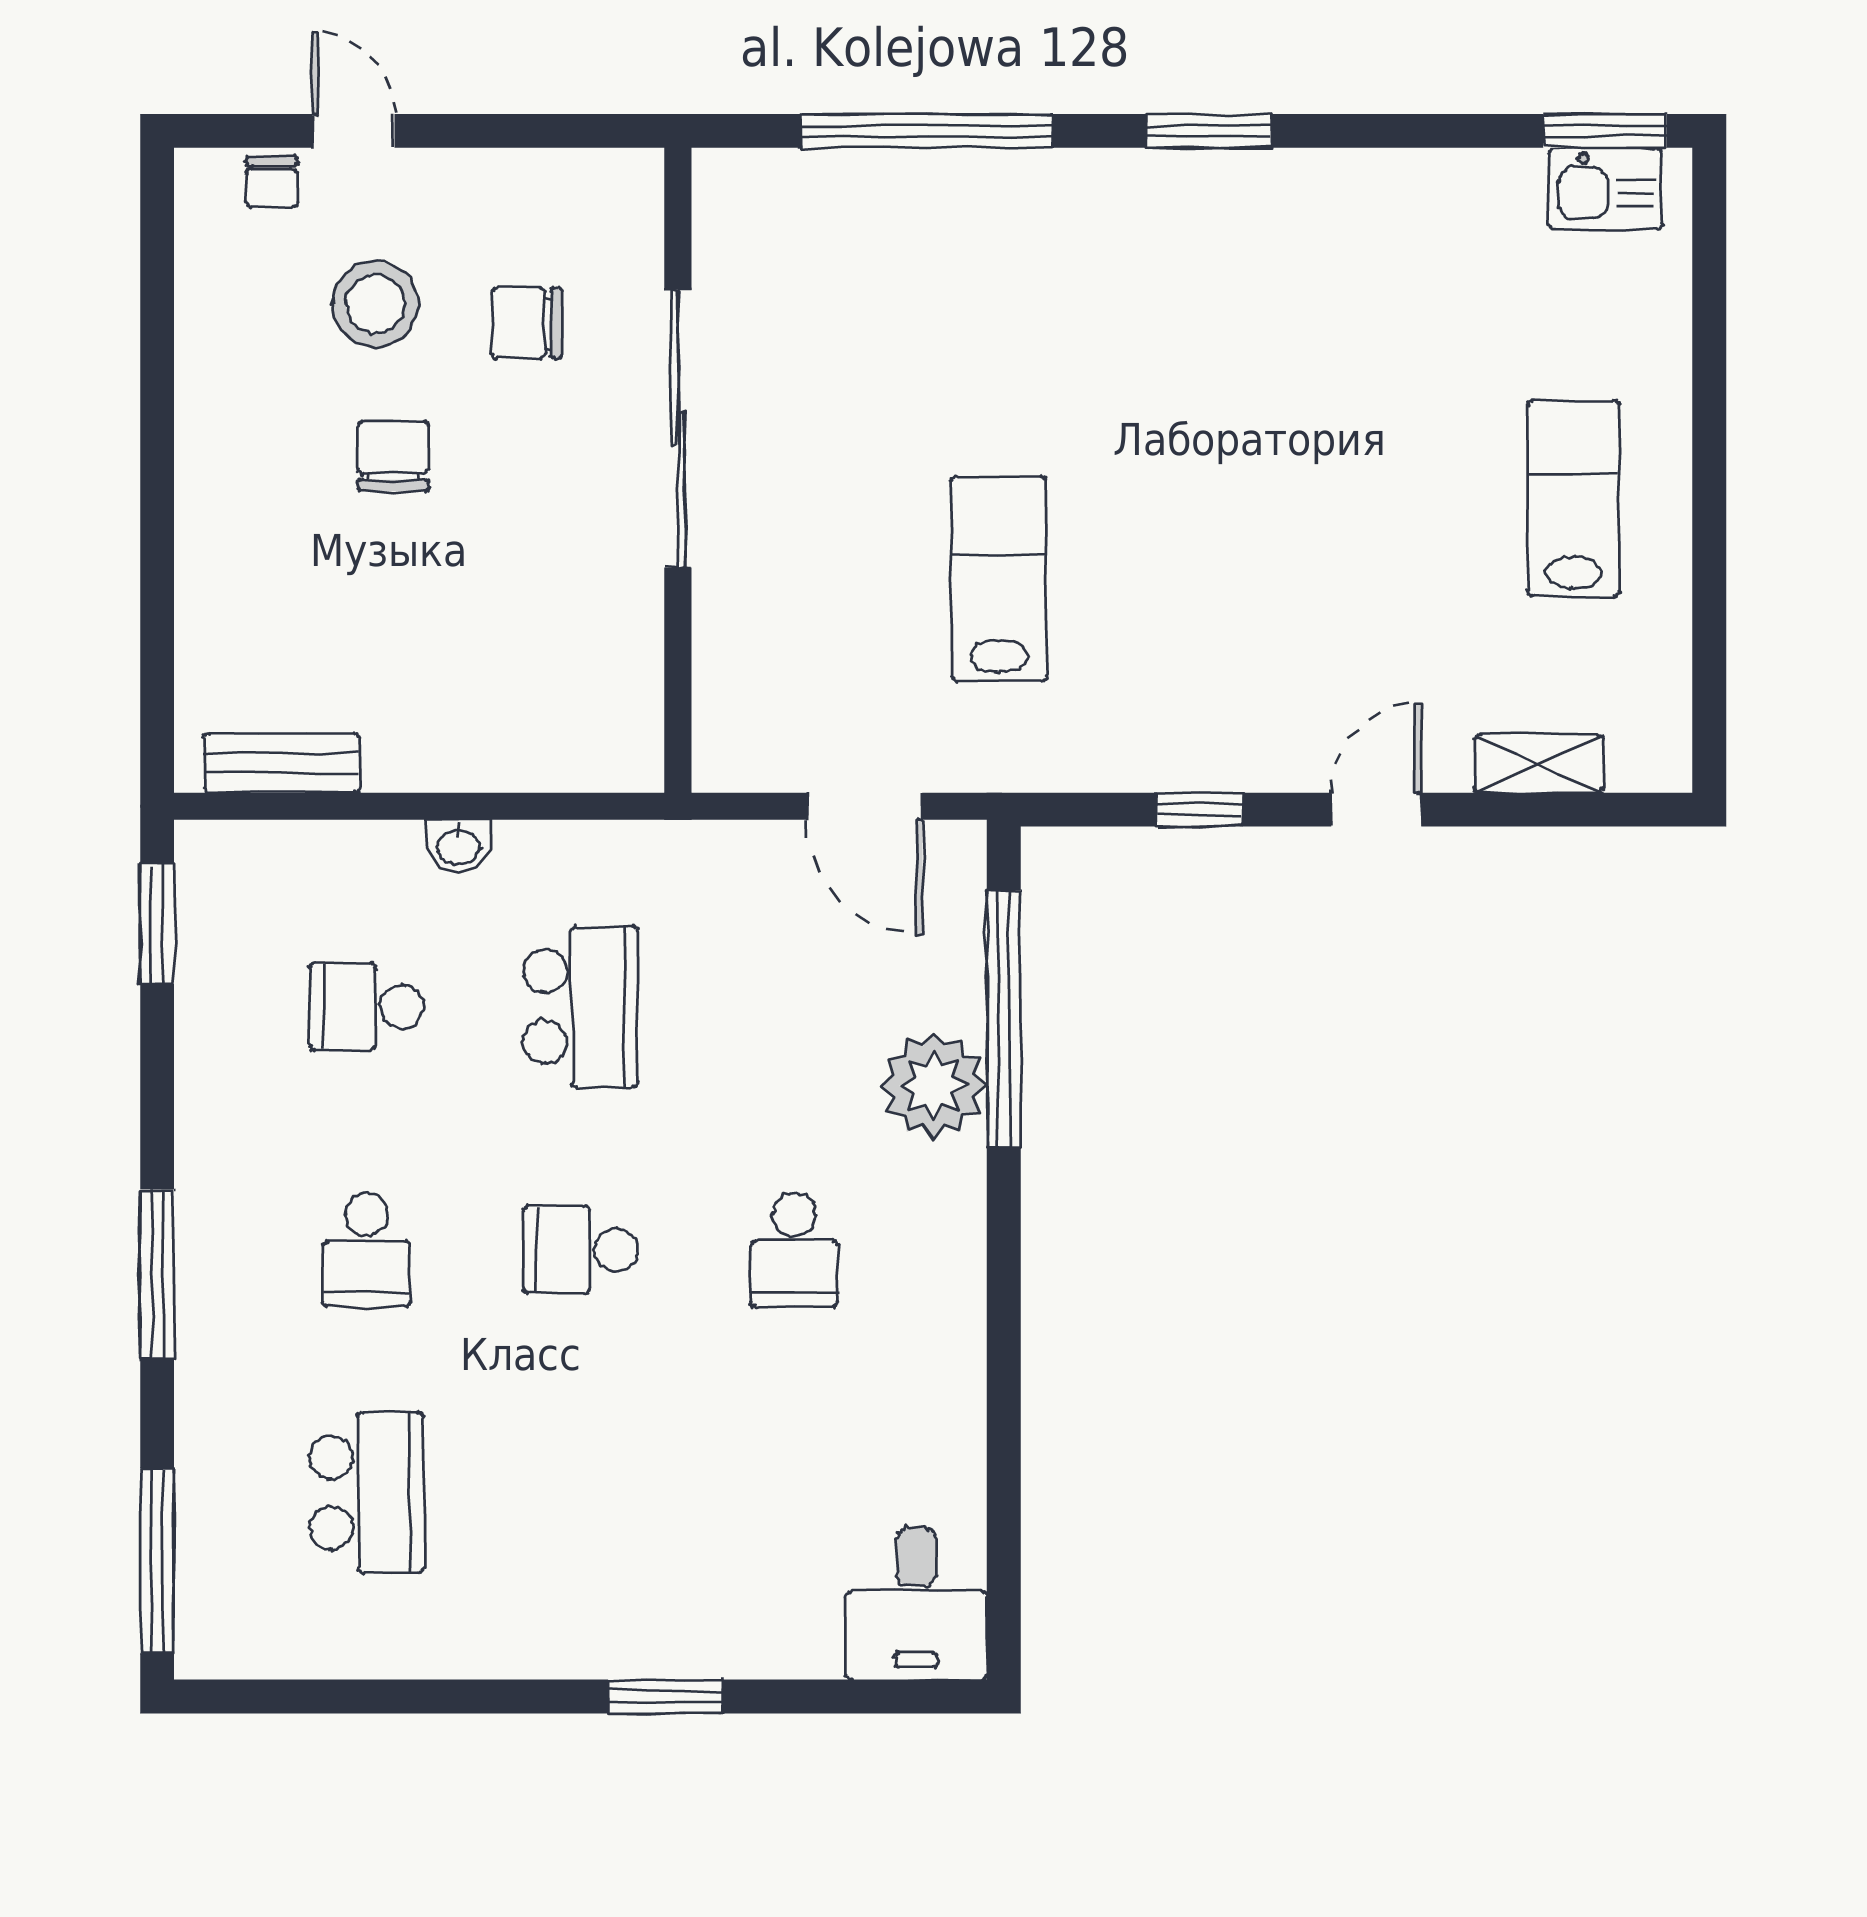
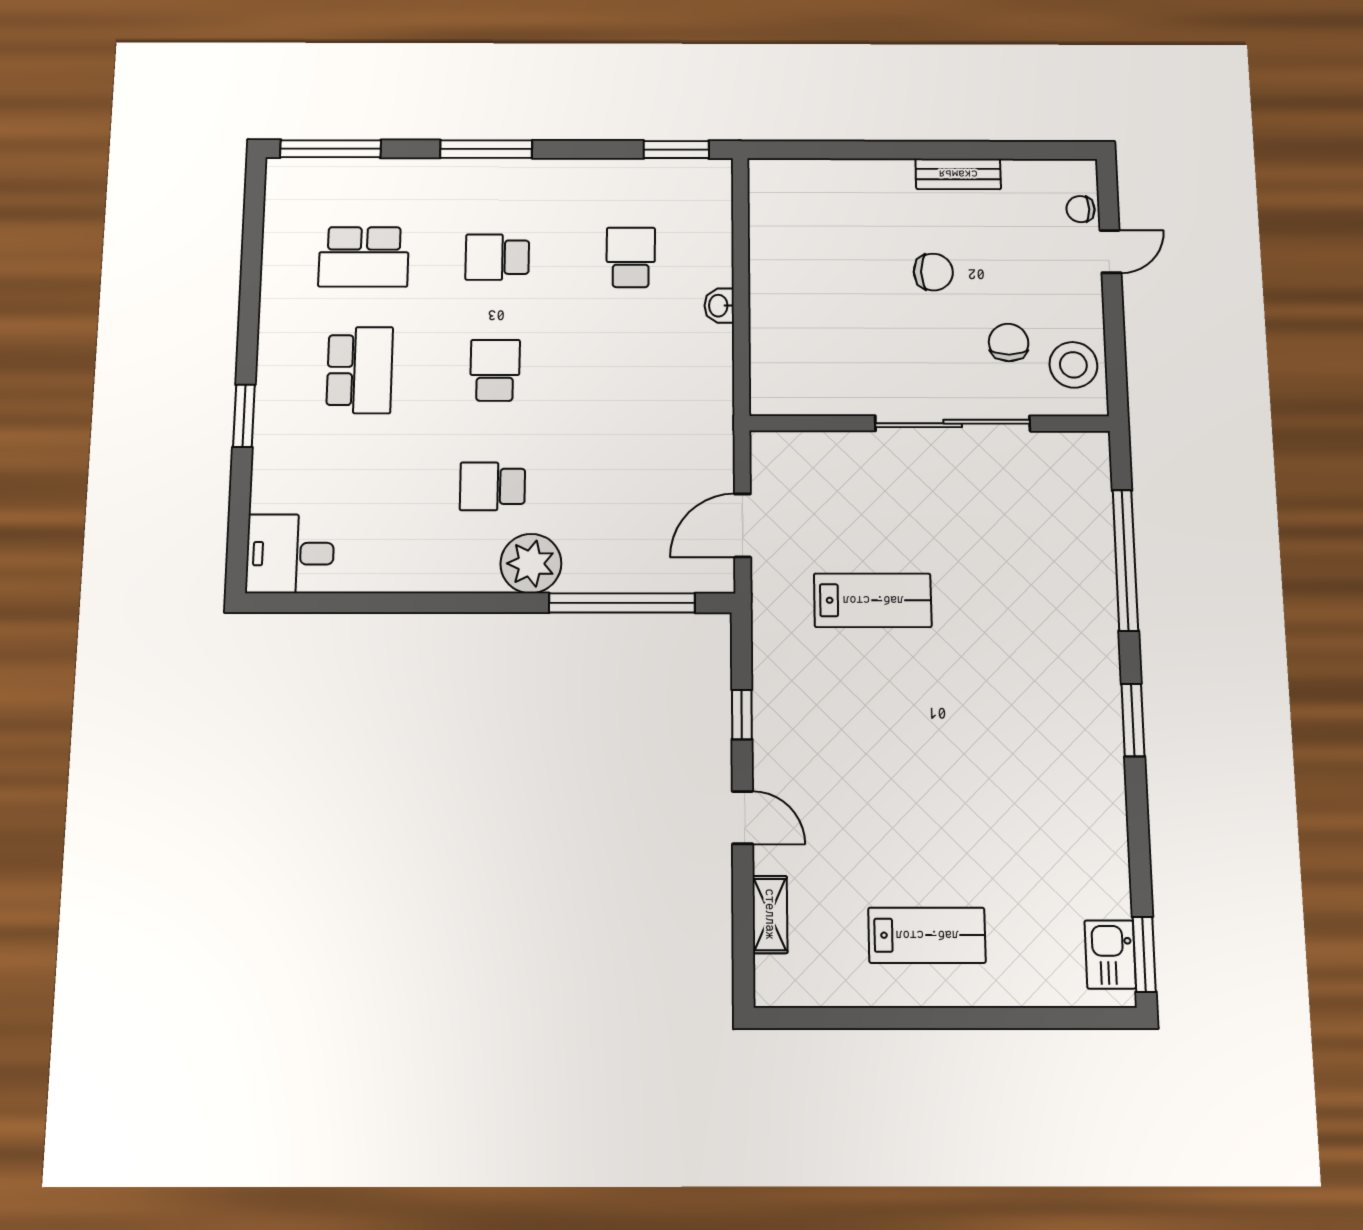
stool: (375, 304) -> (1073, 365), moved
bench: (282, 763) -> (958, 174), moved, turned 90
school desk: (580, 1007) -> (360, 370), moved, turned -90
plant: (934, 1086) -> (531, 564), moved

